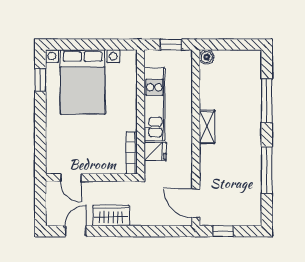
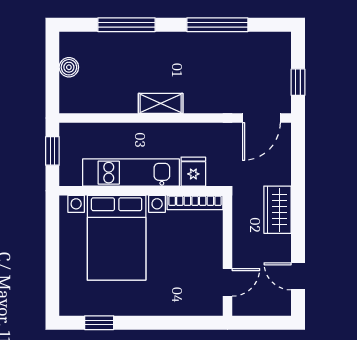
boiler: (207, 57) -> (69, 67), moved
bed with nightstands: (83, 82) -> (117, 238), moved, turned 90
wardrobe: (111, 216) -> (277, 210), moved

